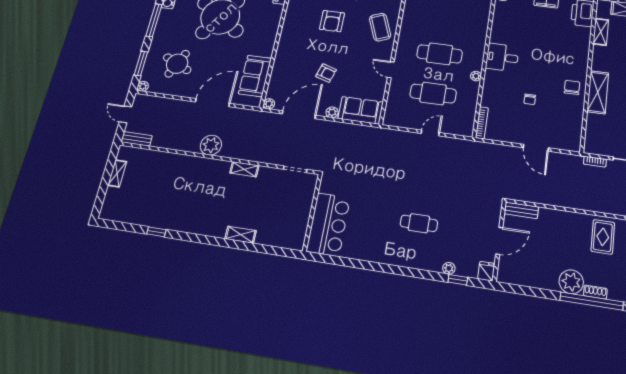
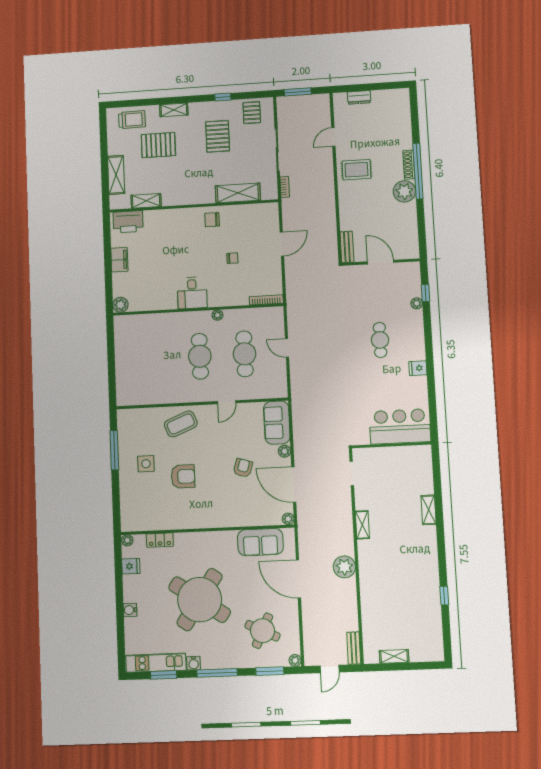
shelving: (598, 92) -> (238, 193), moved
fridge: (486, 271) -> (418, 368), moved
shoe rack: (595, 292) -> (409, 165), width x1.43

